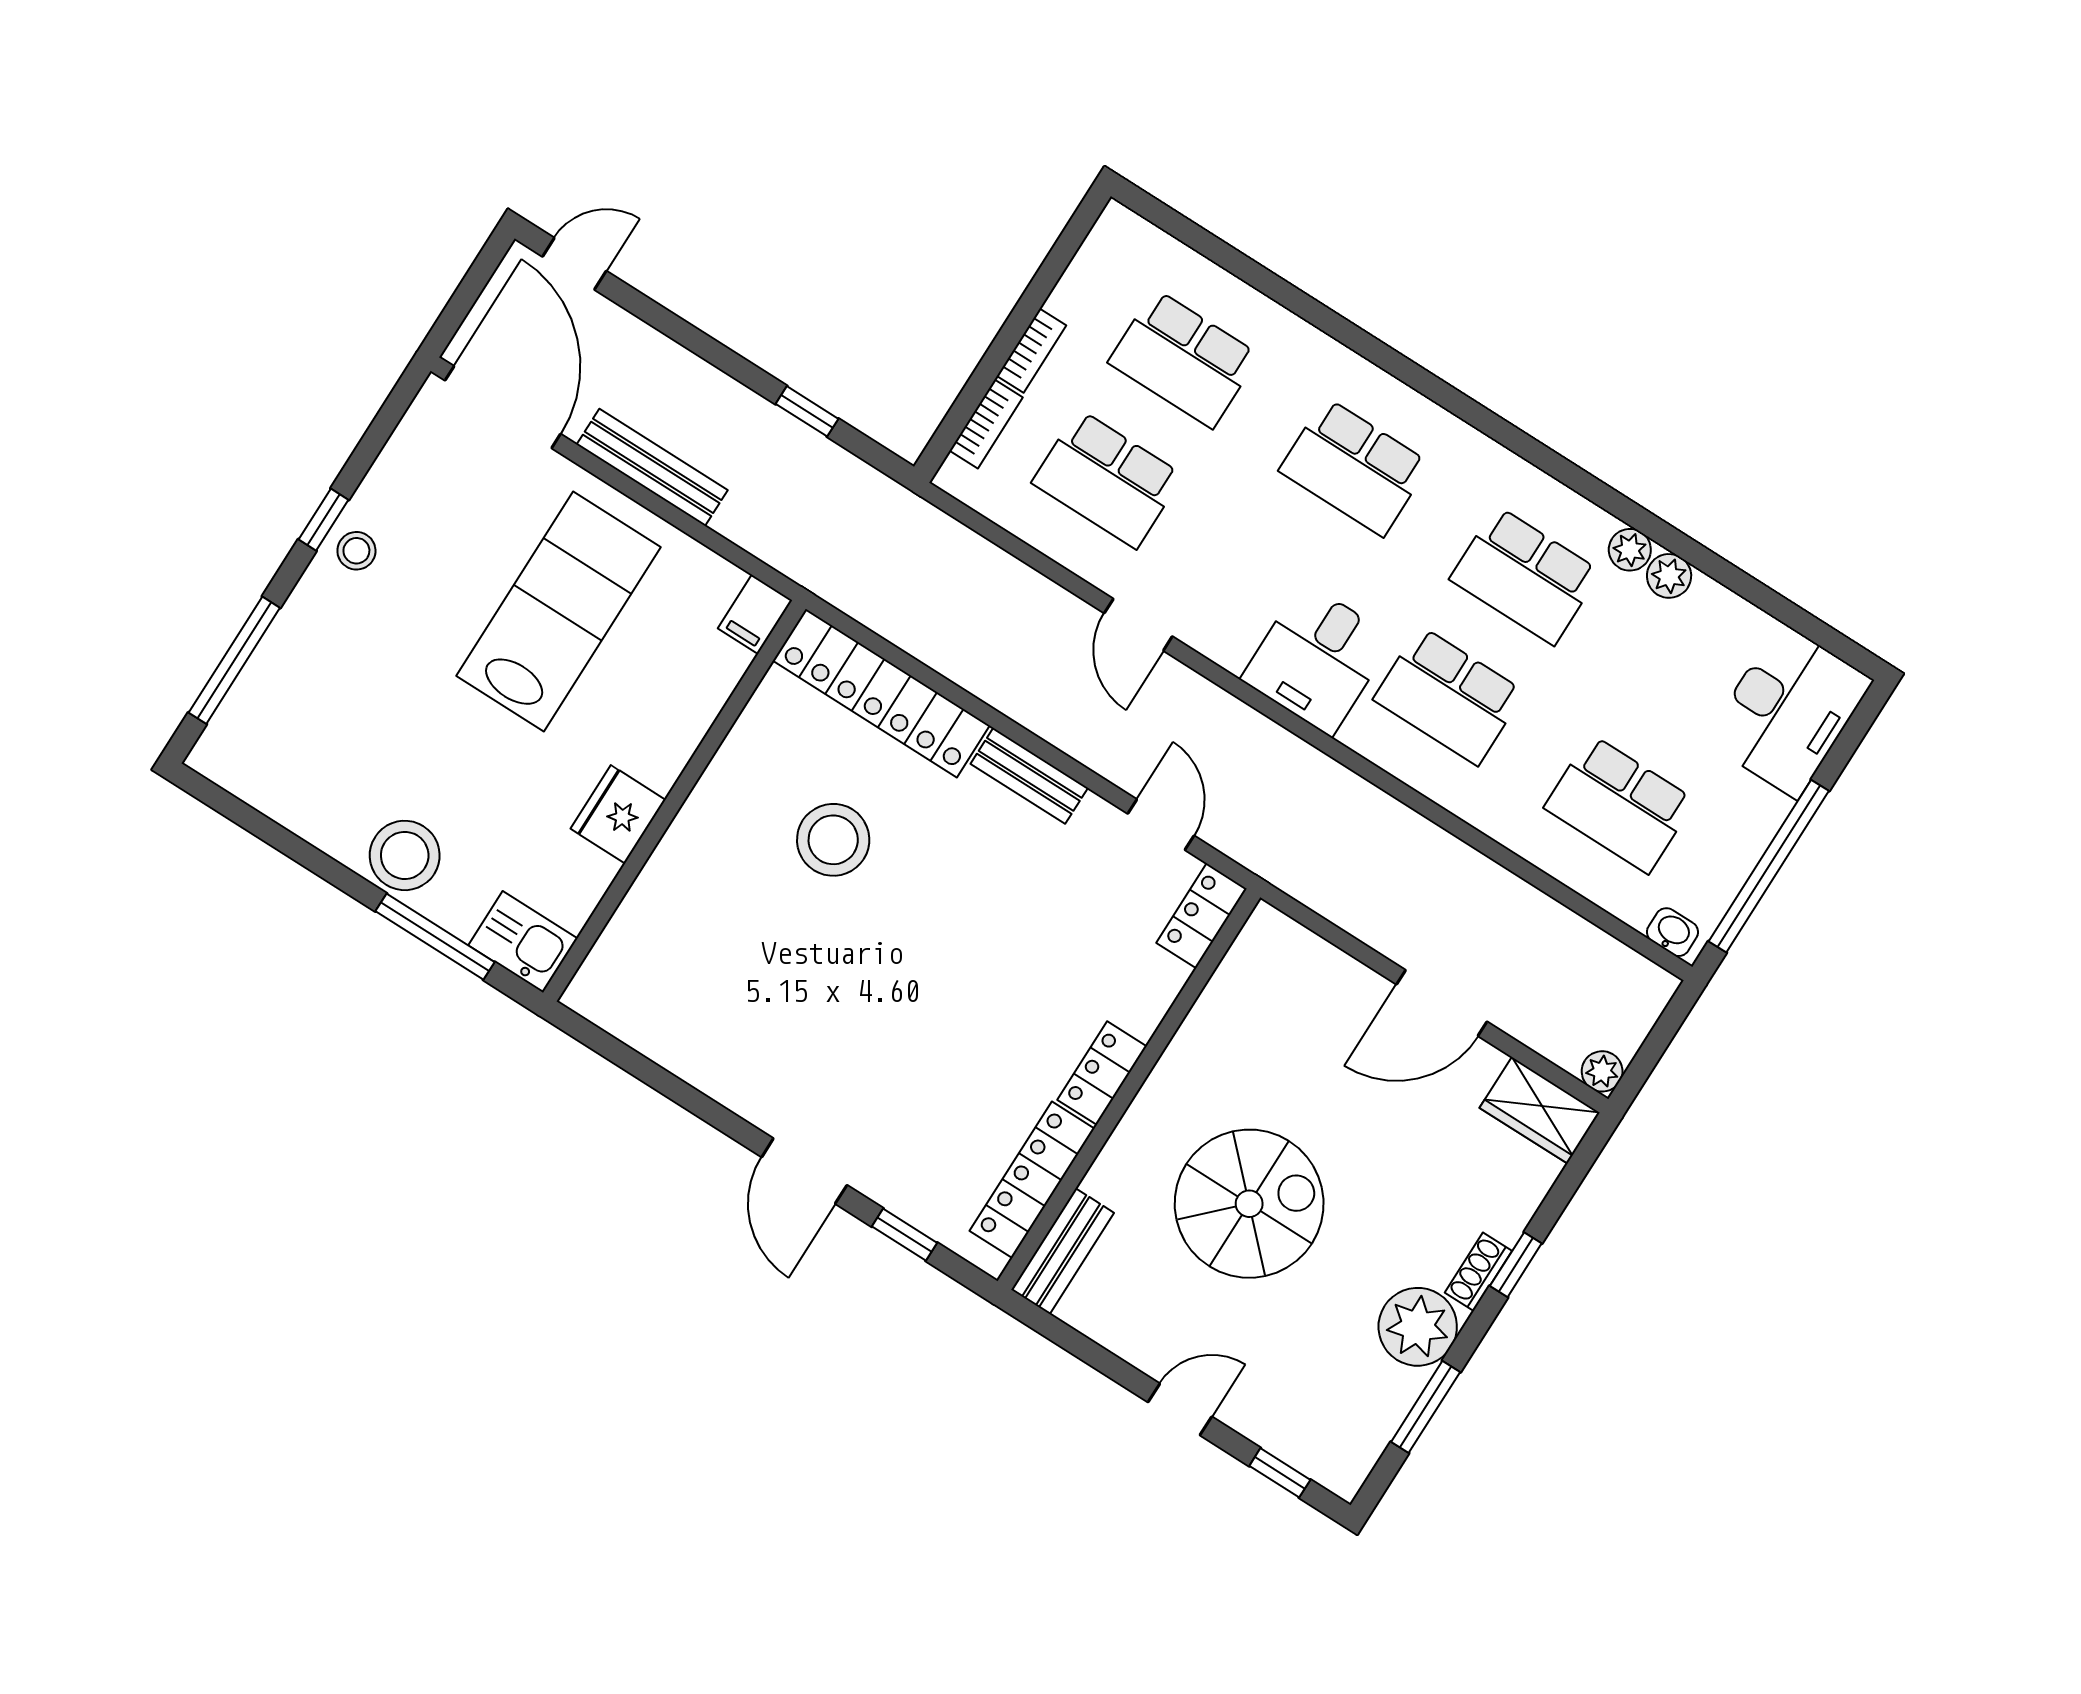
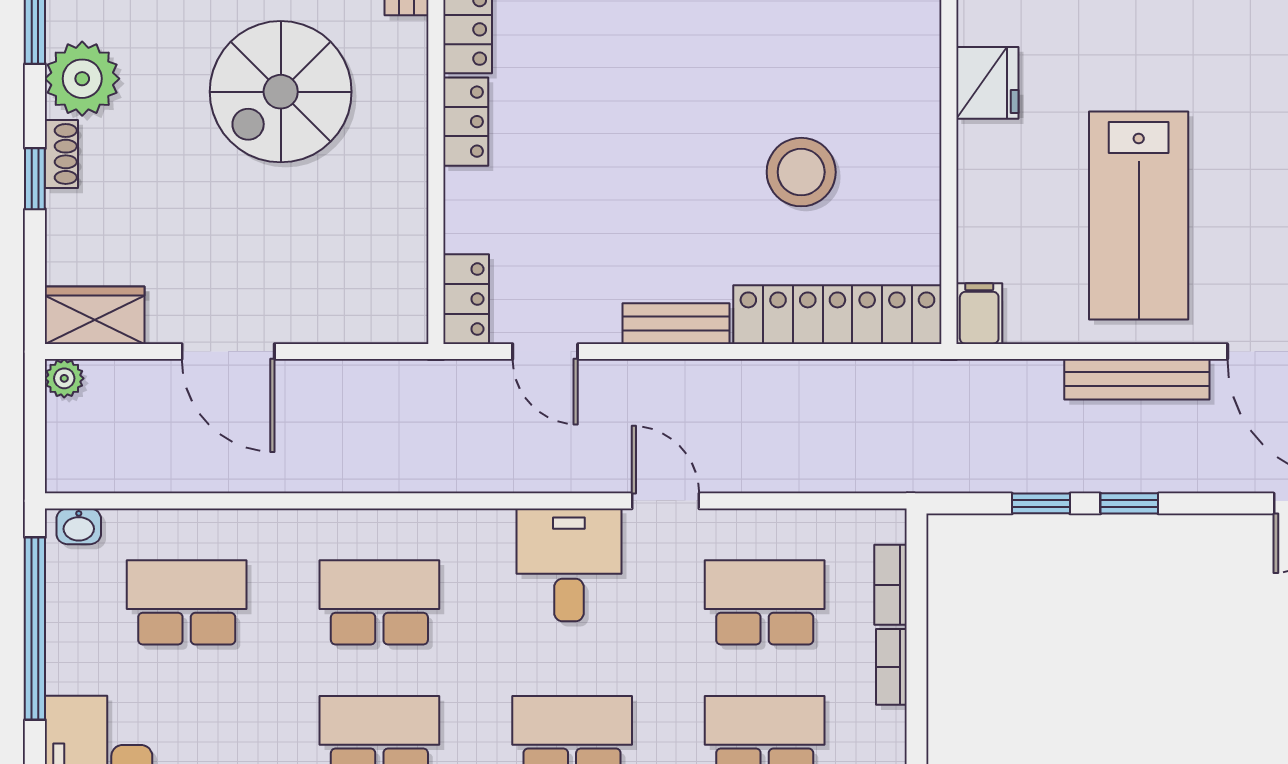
window: (729, 362) -> (1129, 503), added
desk: (1317, 659) -> (569, 565), moved
door: (1442, 1003) -> (228, 352), swing flipped

